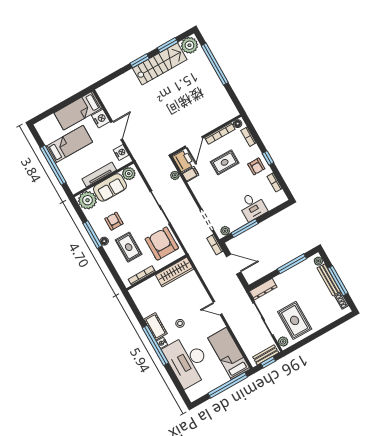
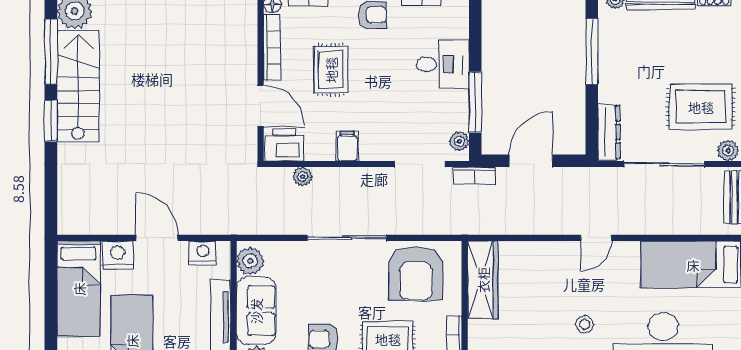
window: (168, 45) -> (51, 52), width x1.44
filing cabinet: (190, 174) -> (347, 146), moved
armchair: (162, 244) -> (416, 273), turned -90

